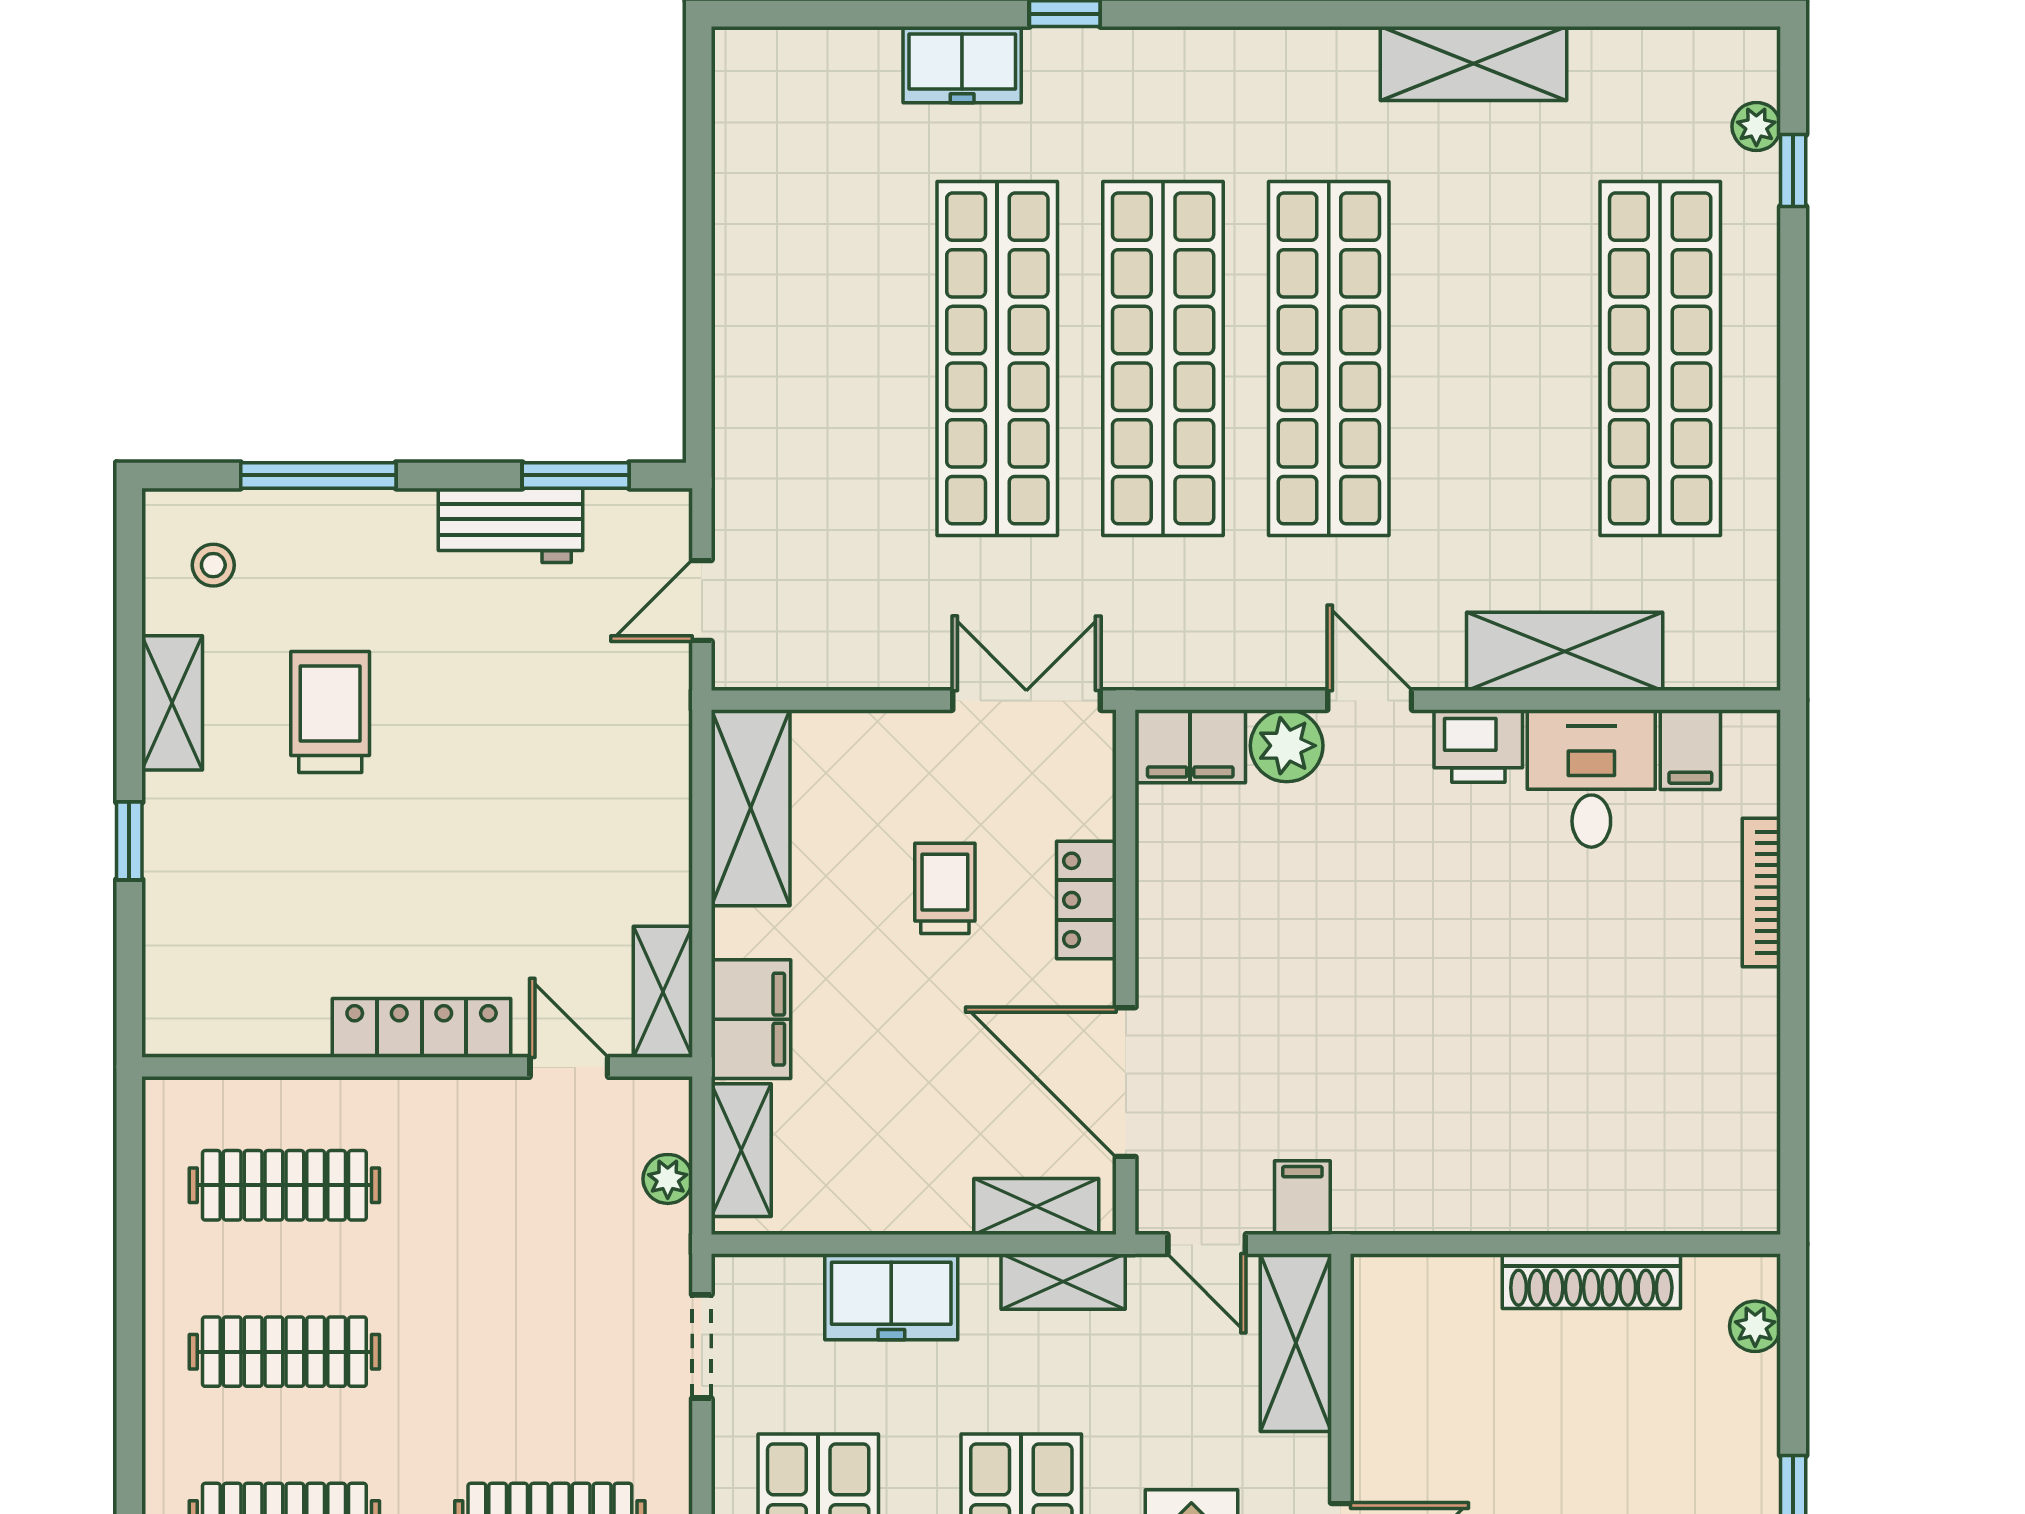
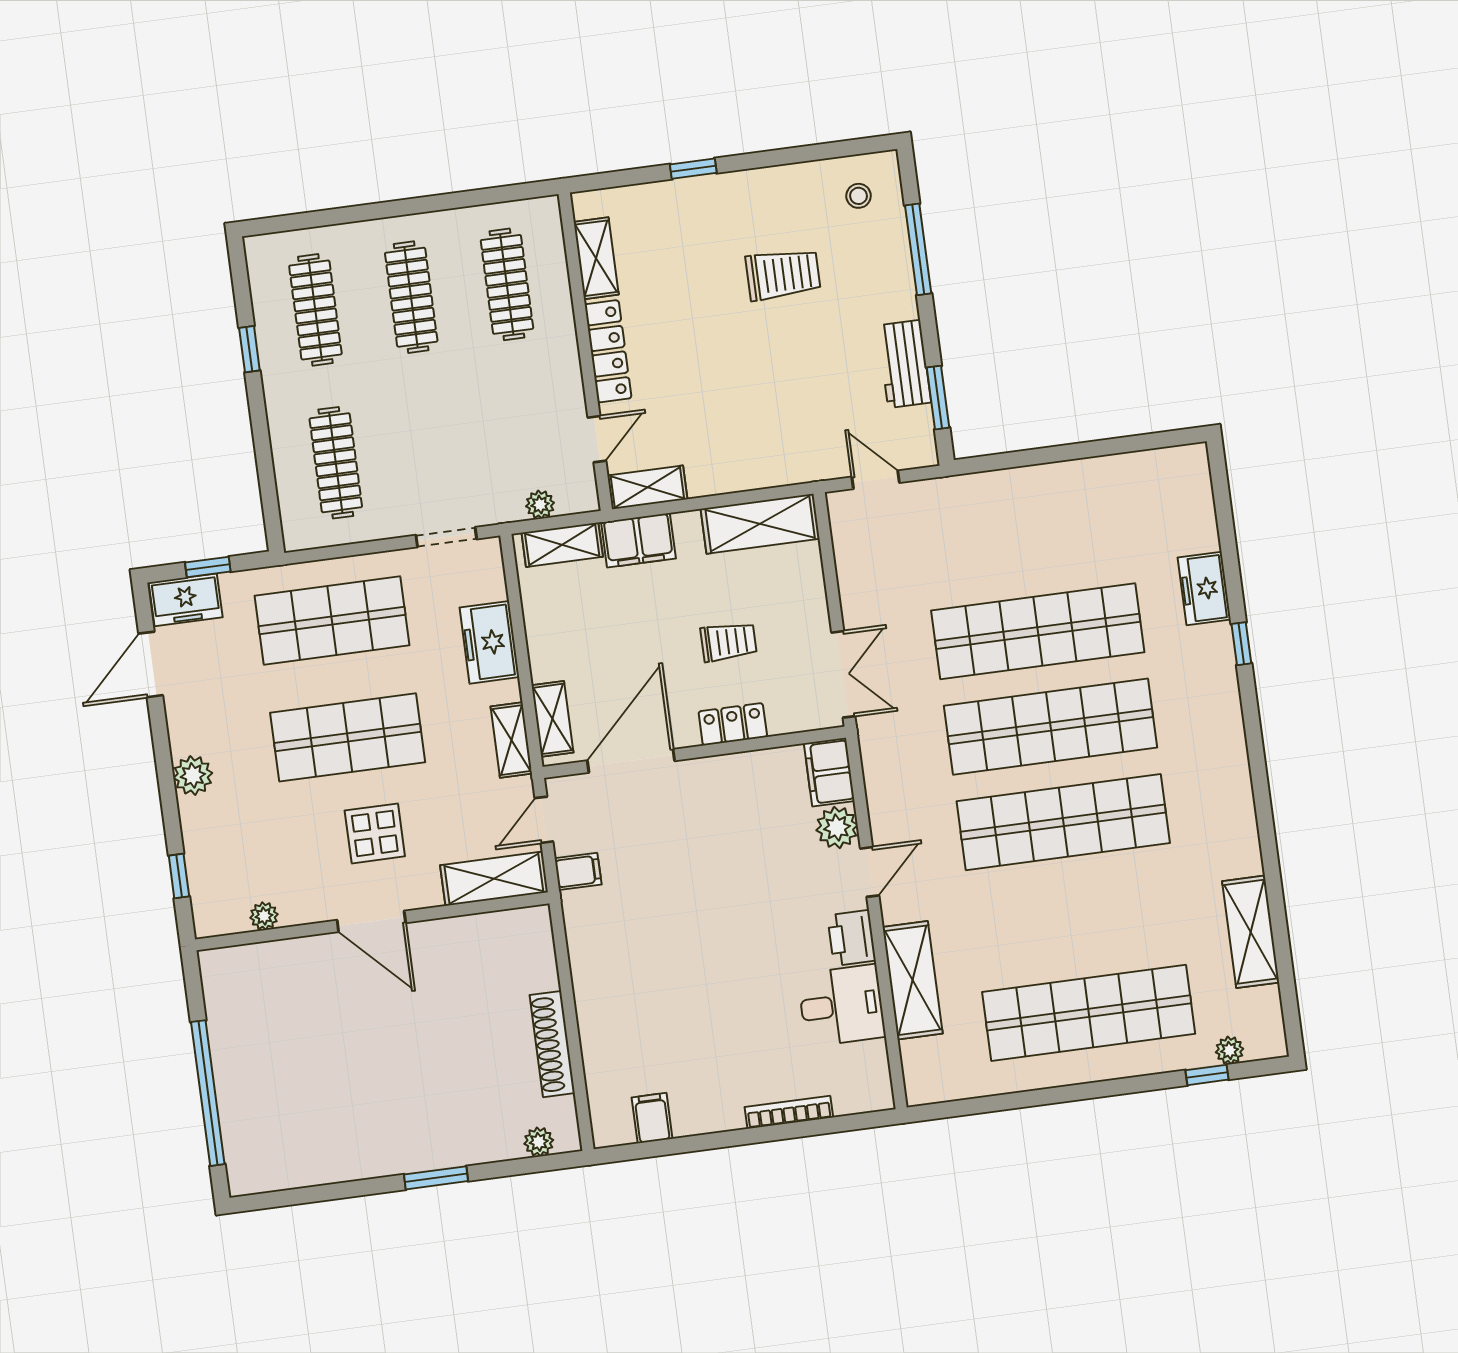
shelving: (1473, 63) -> (1251, 932), moved
shelving: (172, 703) -> (596, 258), moved, turned 90
filing cabinet: (1690, 750) -> (652, 1118), moved, turned 90

